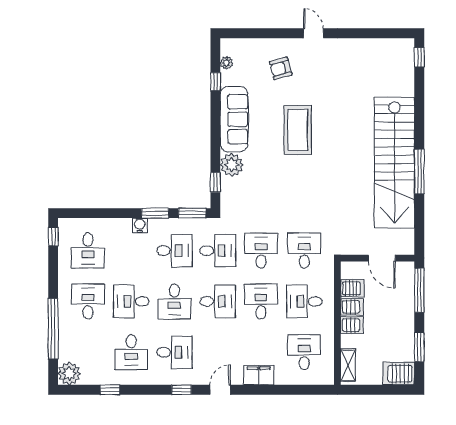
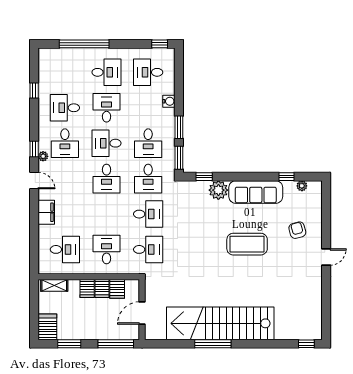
water cooler: (140, 225) -> (169, 101), moved
desk: (261, 301) -> (107, 214), removed
plant: (69, 374) -> (43, 156), moved, width x0.53, depth x0.53

